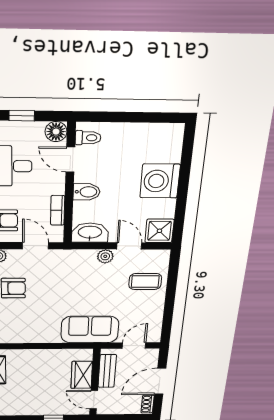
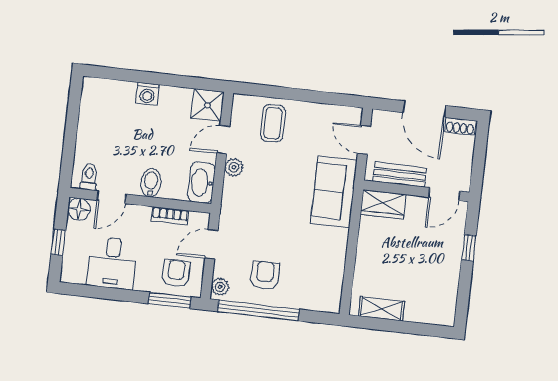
washing machine: (160, 181) -> (147, 94), width x0.53, depth x0.53
wardrobe: (82, 375) -> (383, 204), moved

